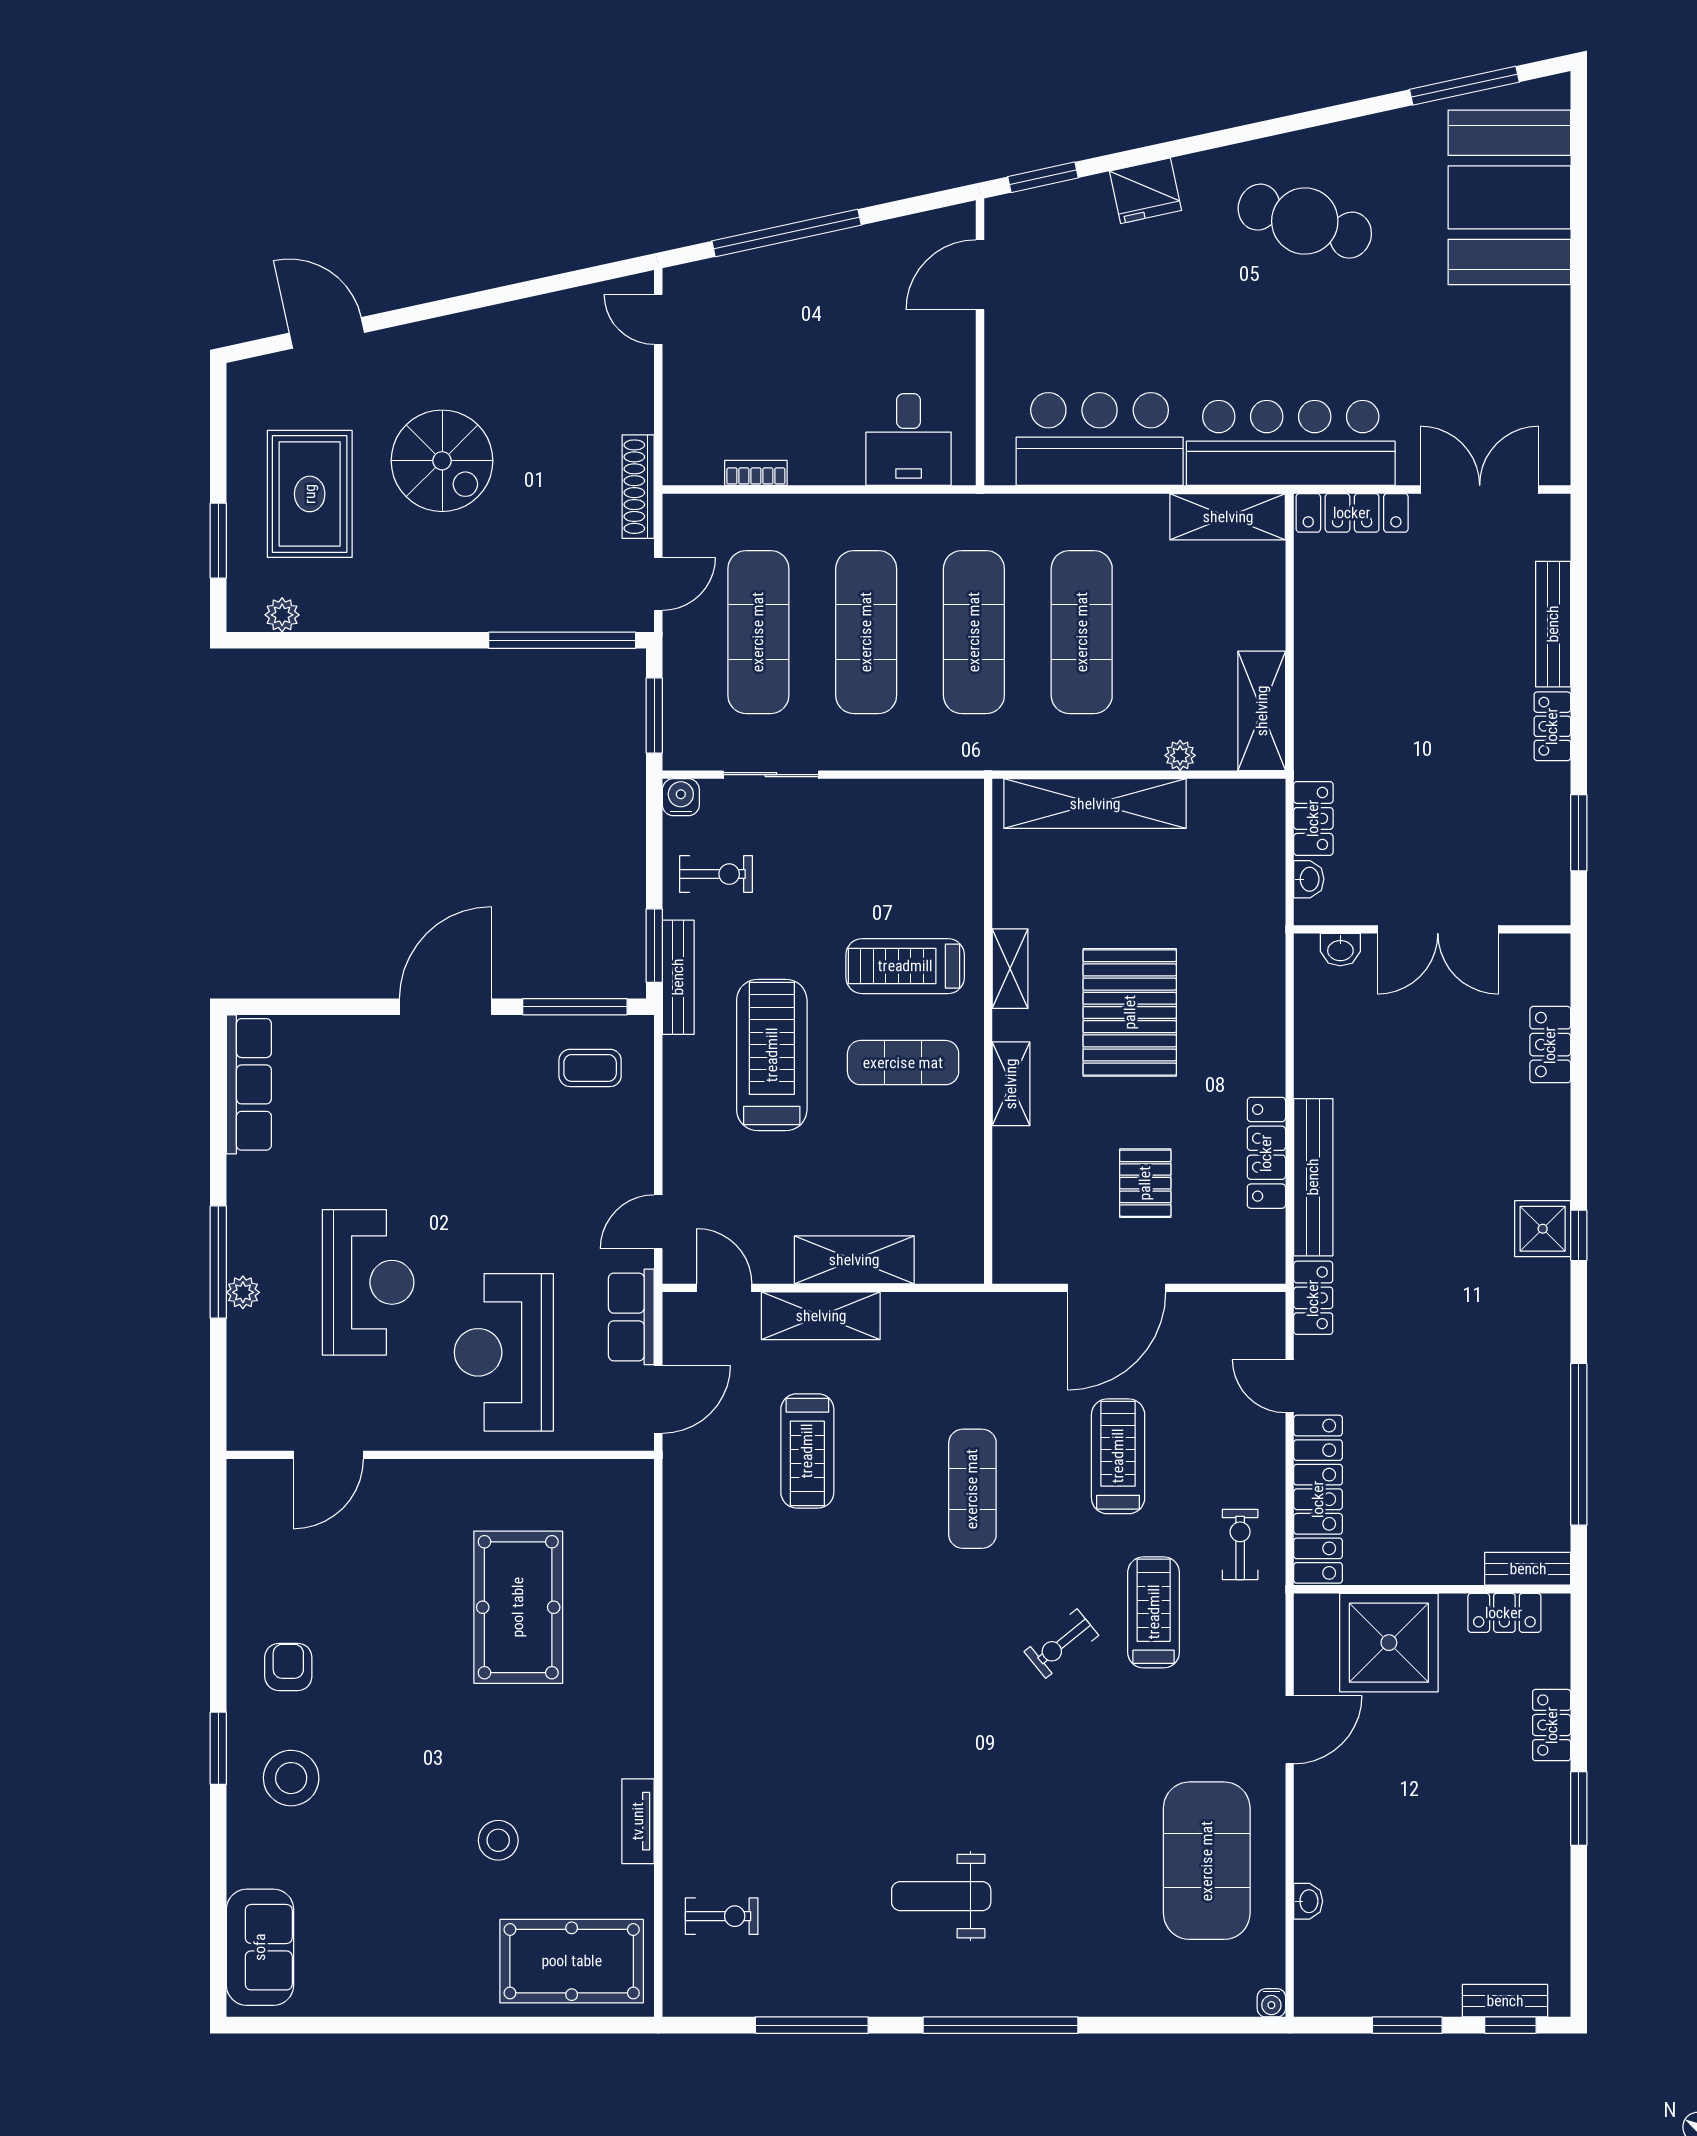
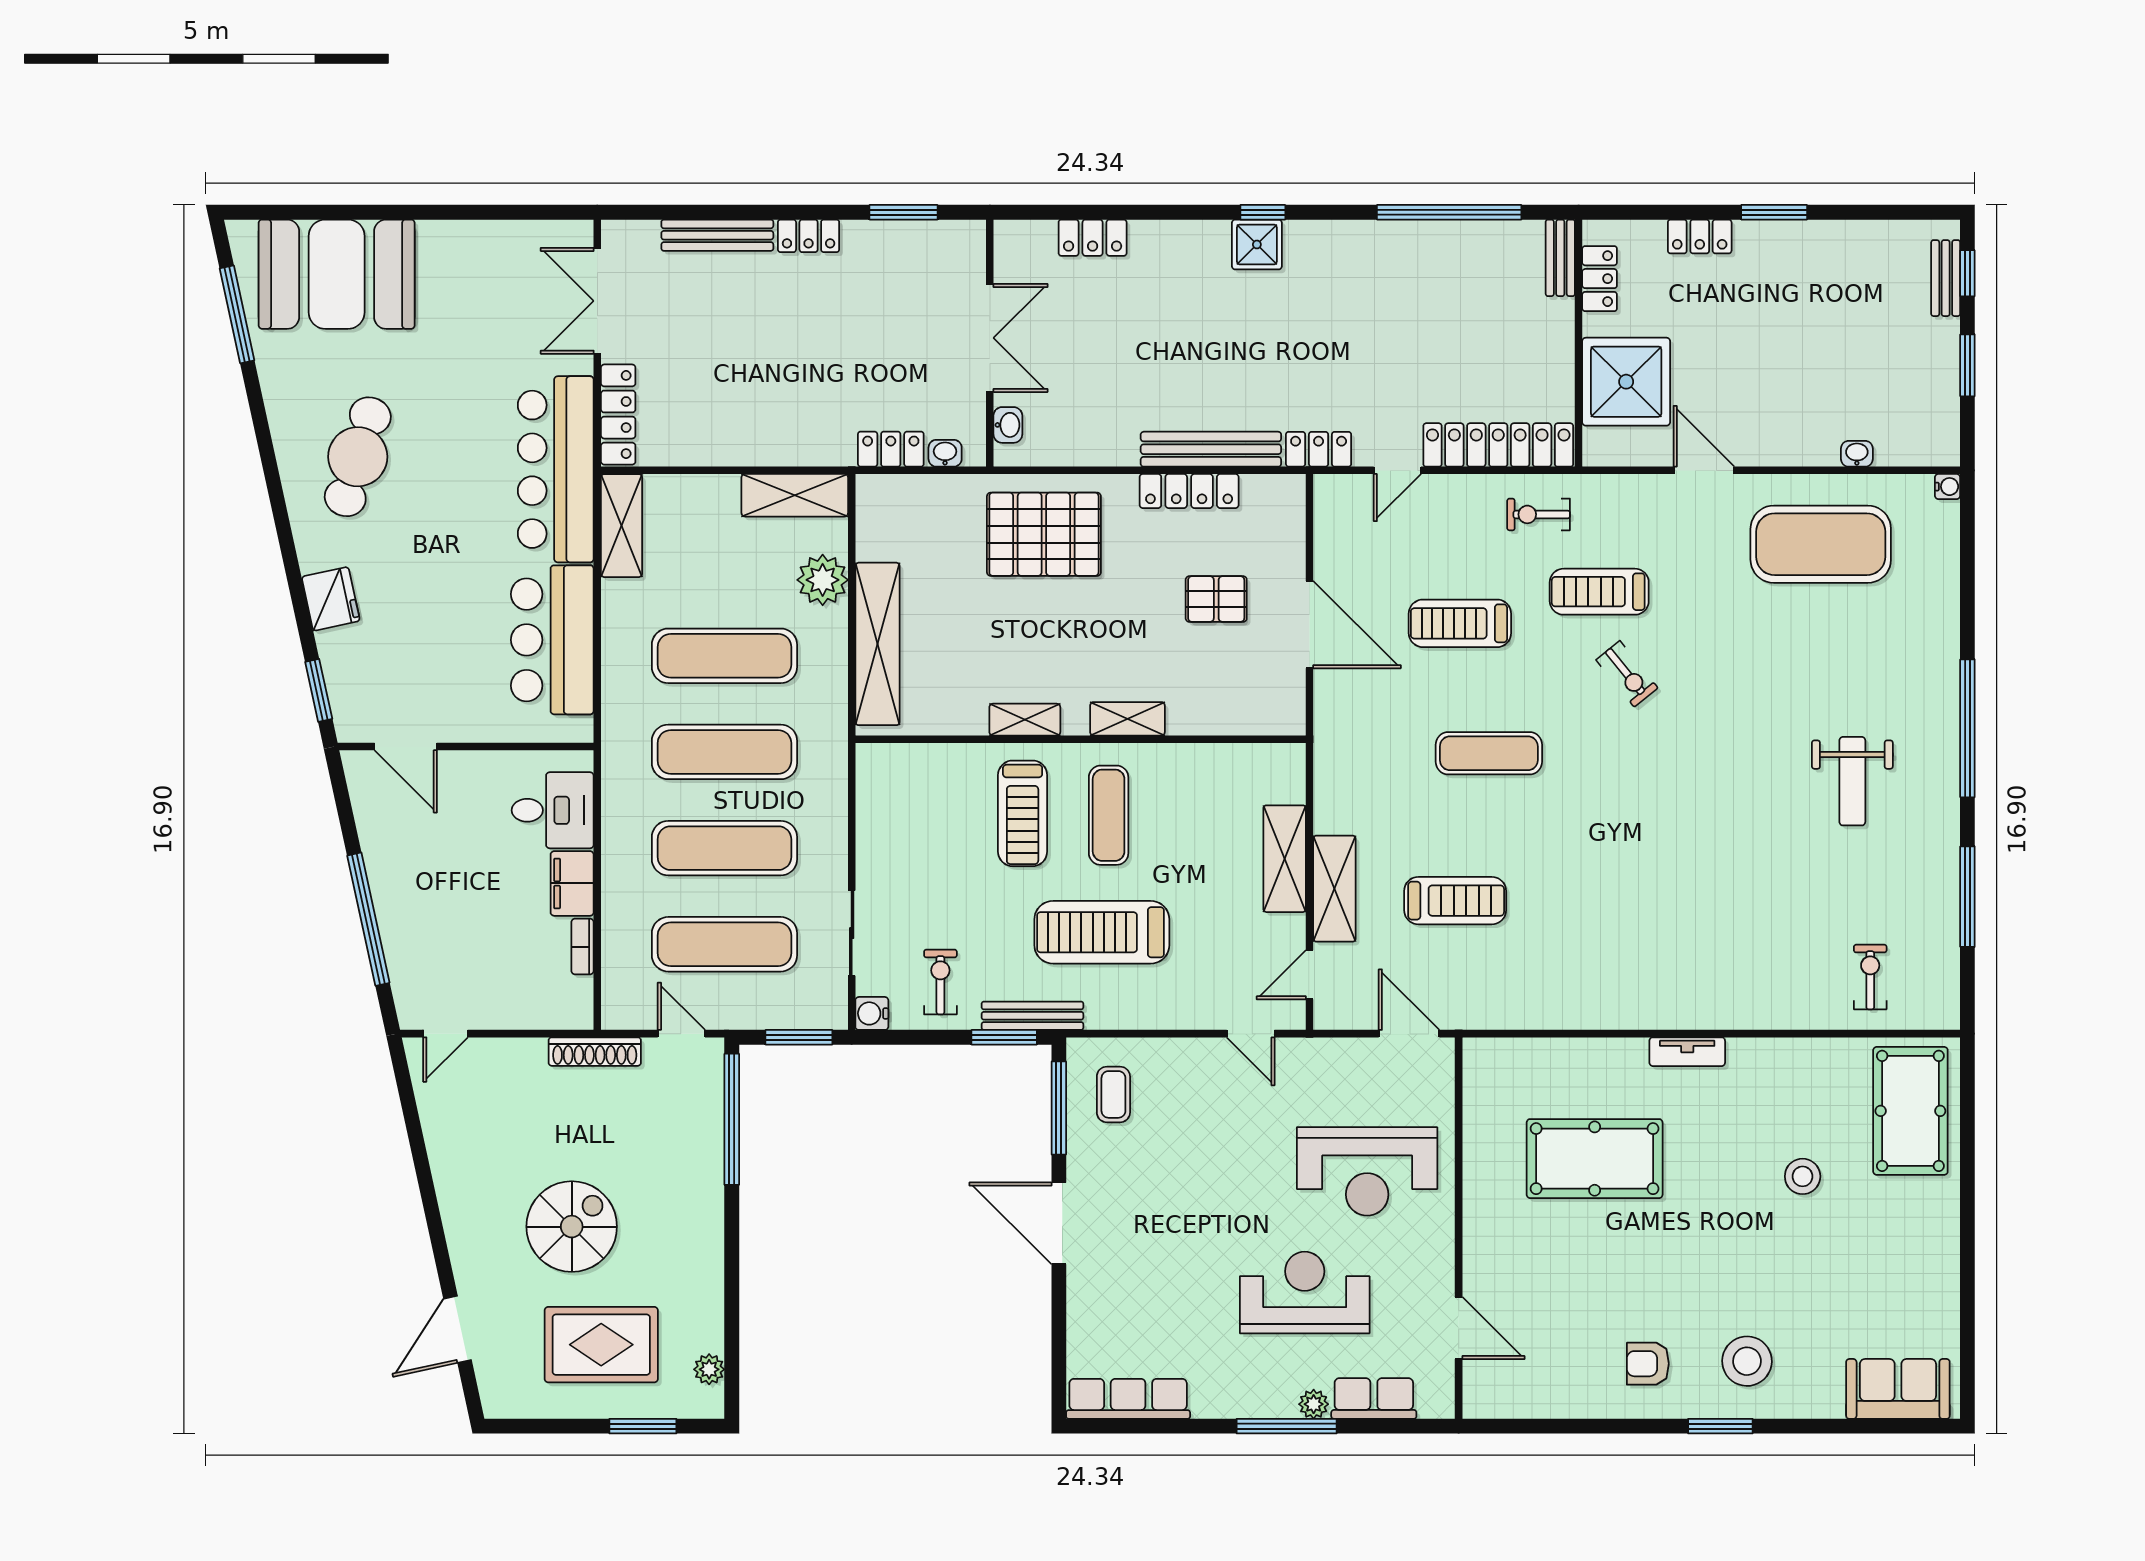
filing cabinet: (826, 461) -> (572, 883), added
plant: (1180, 755) -> (823, 580), width x1.87, depth x1.87
pallet: (1130, 1012) -> (1044, 534), moved
row of seats: (631, 1317) -> (1374, 1398), moved, turned 180
tv unit: (638, 1821) -> (1687, 1052), moved

